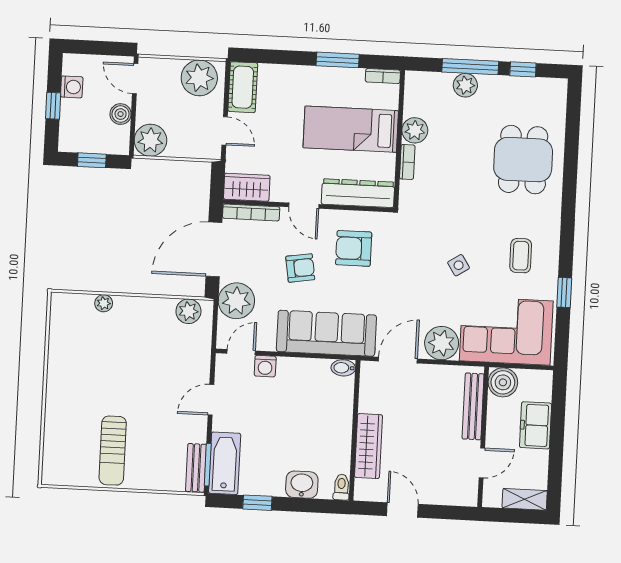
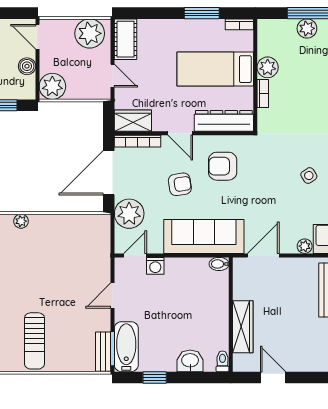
plant: (188, 311) -> (90, 224), removed
plant: (442, 343) -> (305, 246), width x0.53, depth x0.53

